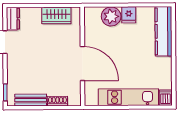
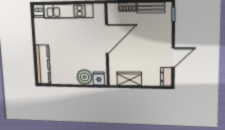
fridge: (129, 15) -> (99, 78), moved
door: (82, 64) -> (107, 39), swing flipped

